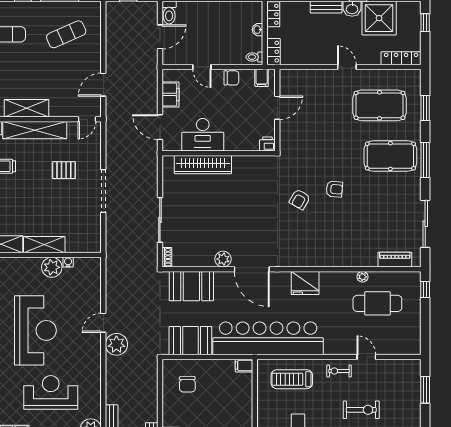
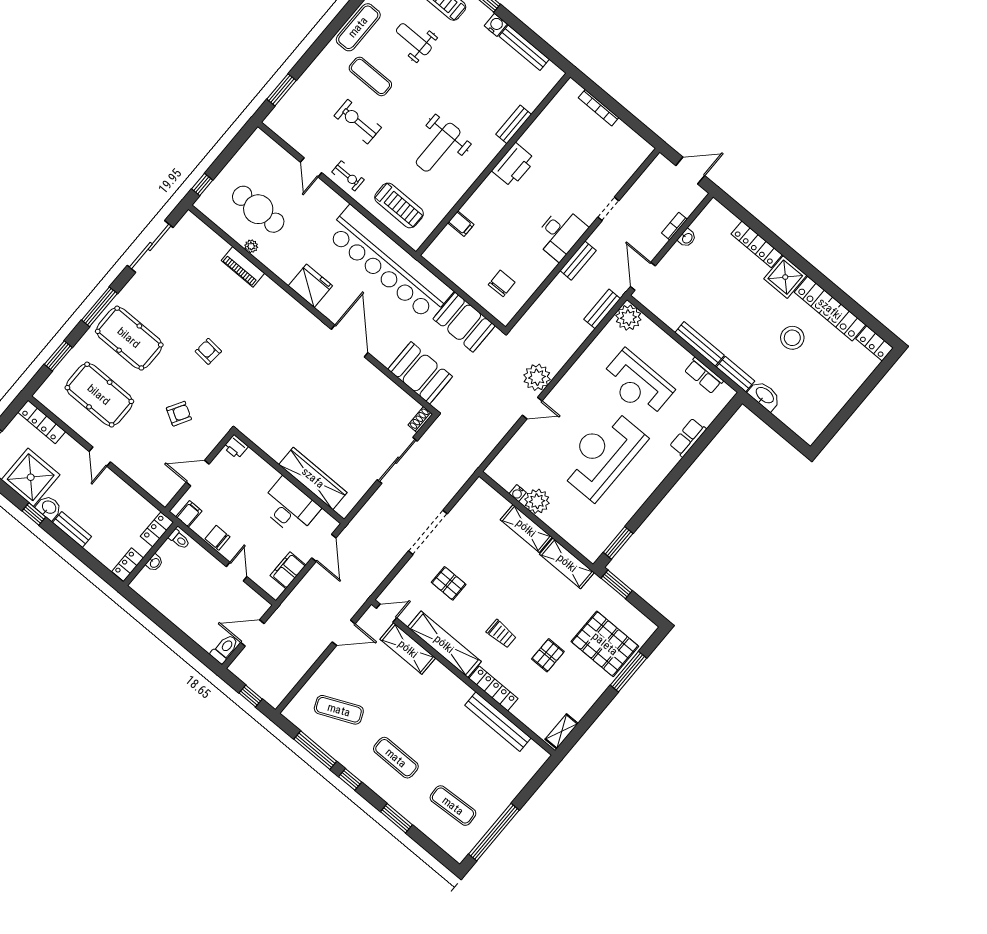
shelving: (27, 108) -> (408, 649), moved
armchair: (300, 199) -> (179, 414), moved
plant: (223, 259) -> (369, 373), removed
piano: (395, 260) -> (243, 267), moved
filing cabinet: (244, 366) -> (461, 224), moved

